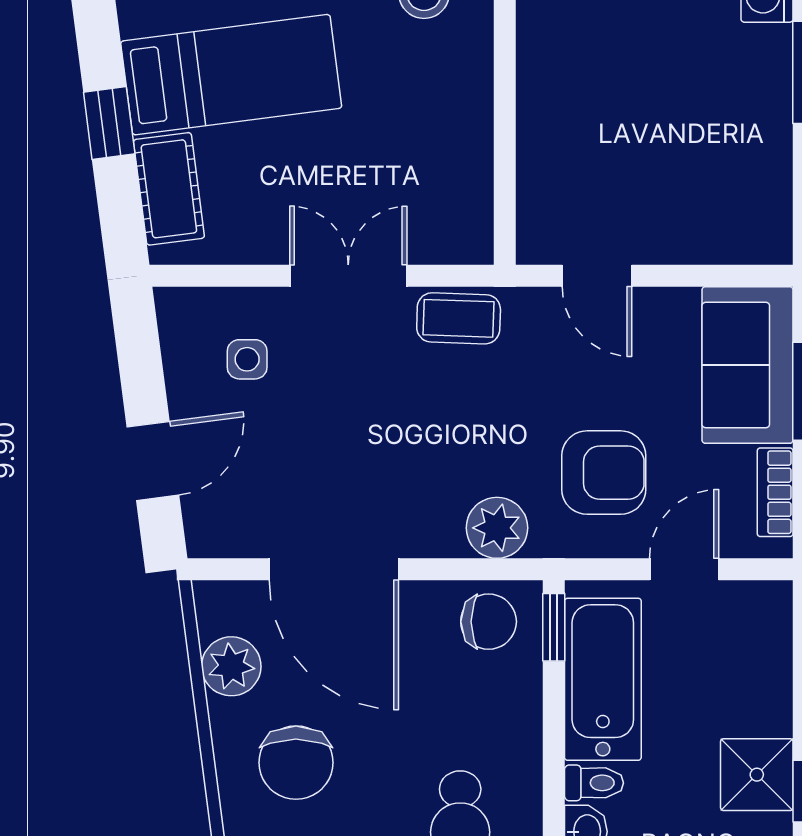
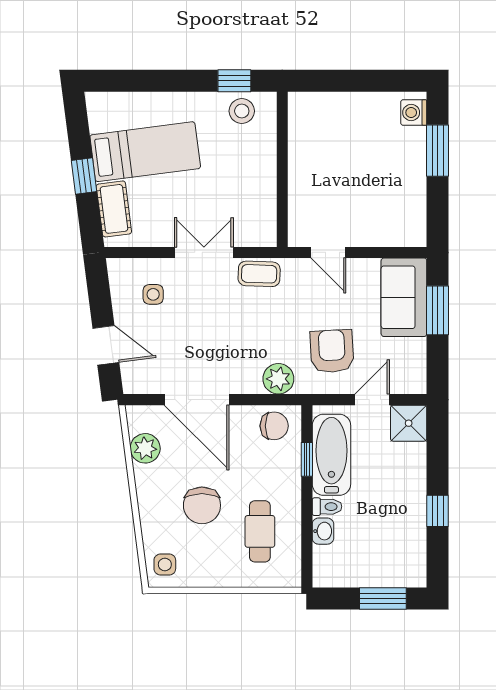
door: (153, 461) -> (106, 345), hinge flipped
armchair: (604, 473) -> (332, 351), turned -93
bookcase: (775, 492) -> (418, 361), removed
window: (554, 627) -> (307, 459), moved
chair: (296, 763) -> (202, 505), moved
shower: (757, 775) -> (409, 423), moved

